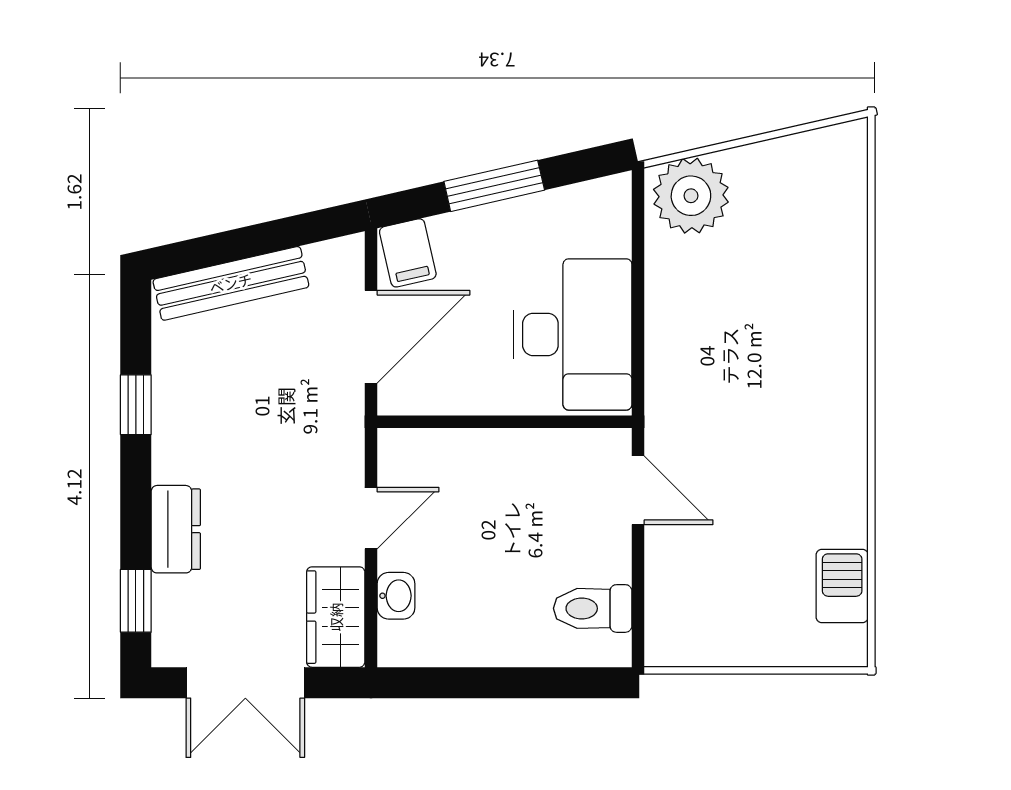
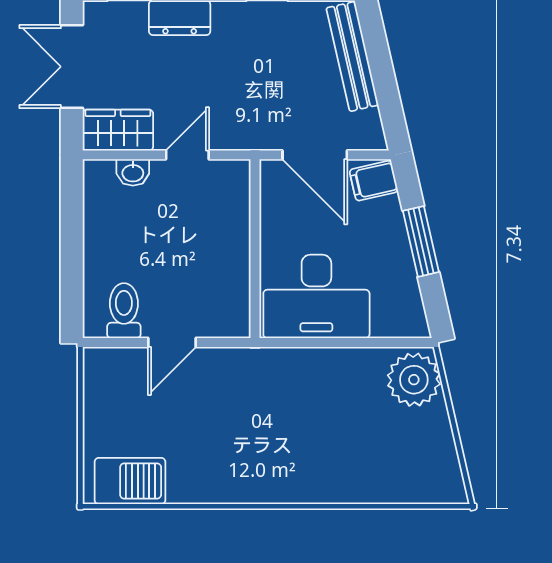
door: (638, 490) -> (172, 342), moved
door: (371, 518) -> (187, 155), swing flipped
barbecue: (842, 586) -> (130, 481), width x1.38, depth x1.27

